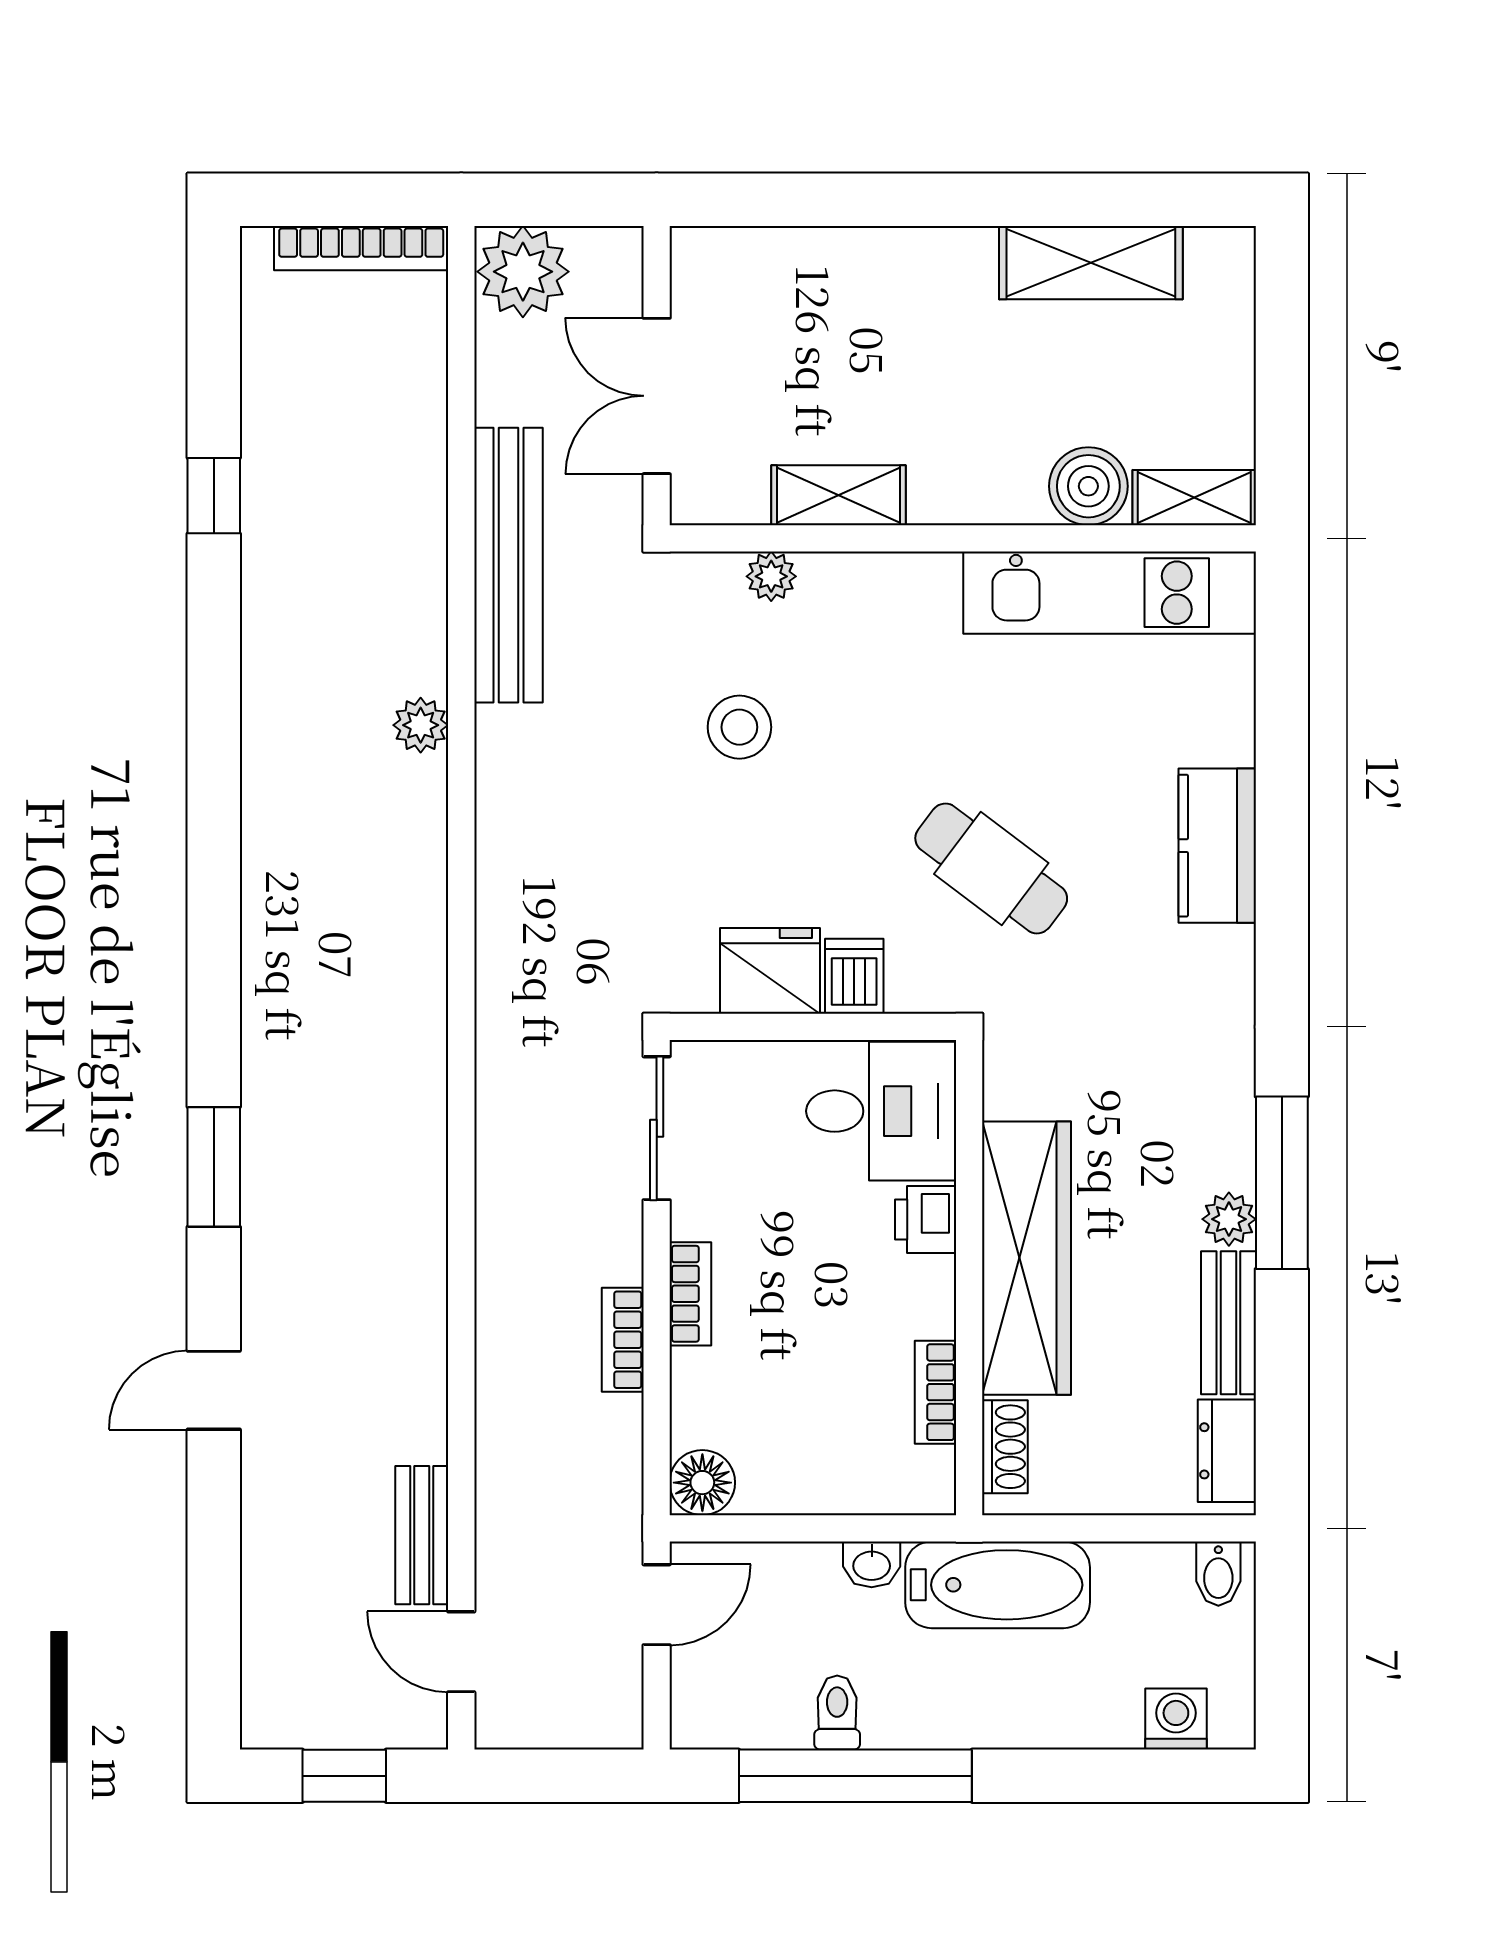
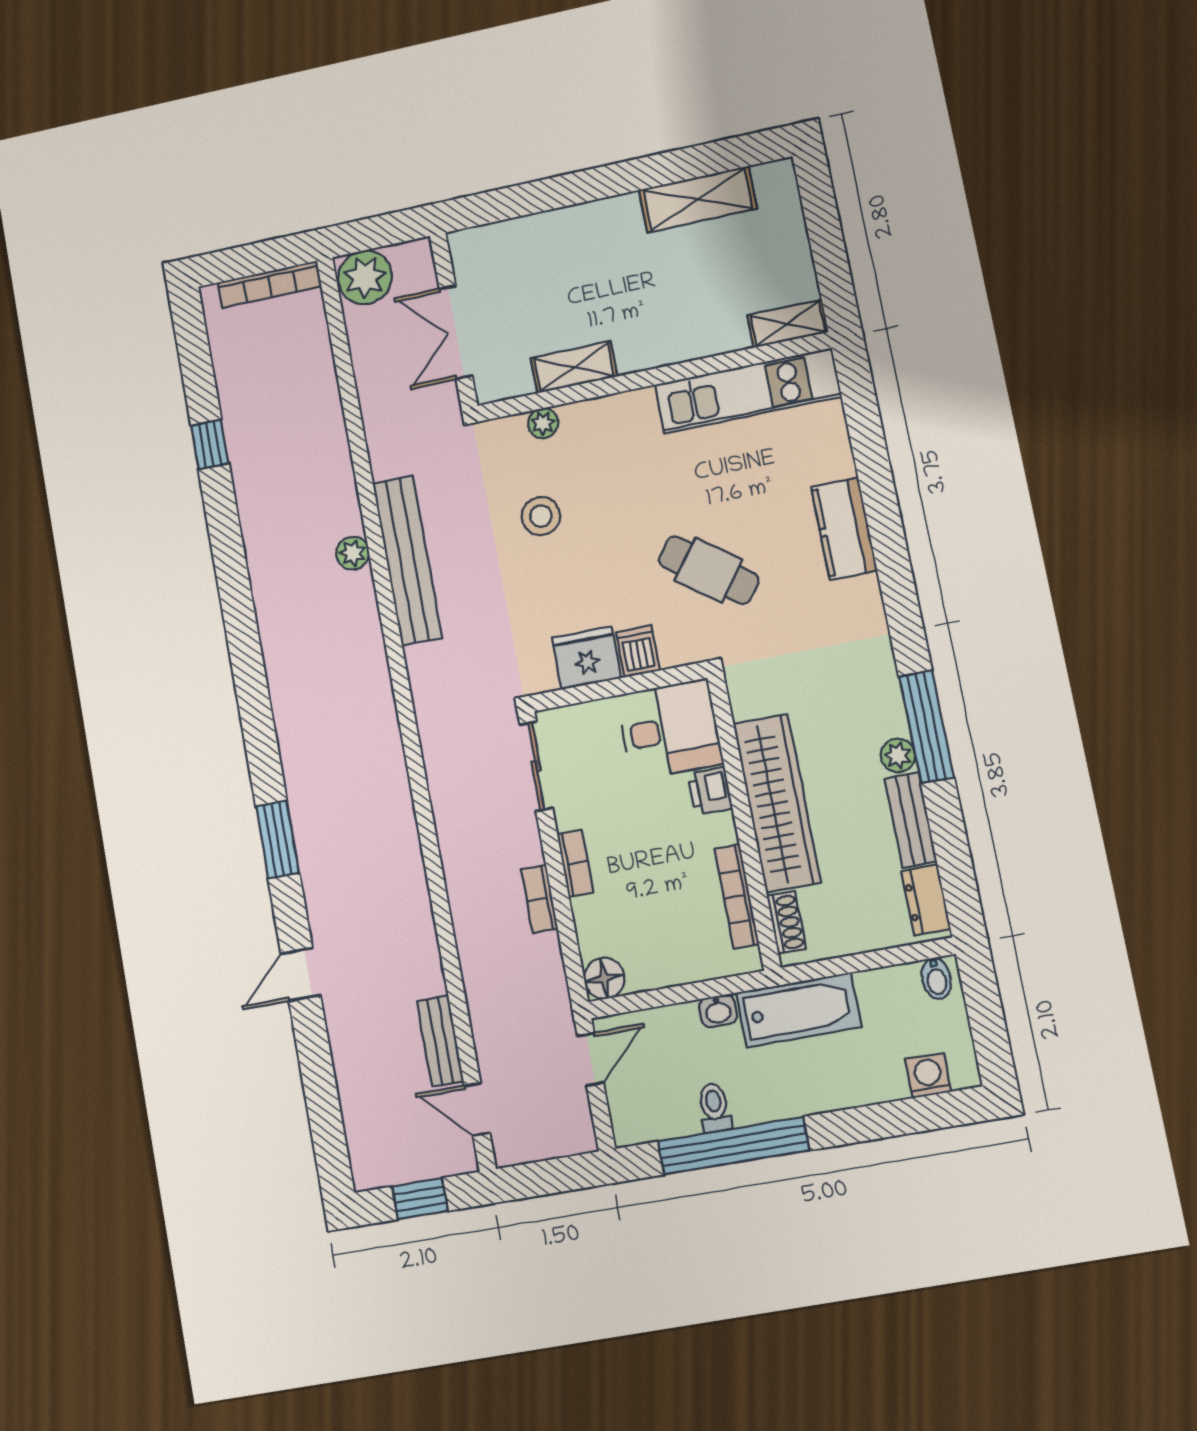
boiler: (1088, 486) -> (722, 330), removed
bench: (508, 565) -> (407, 561), moved
bookcase: (936, 1392) -> (737, 896), width x1.56

